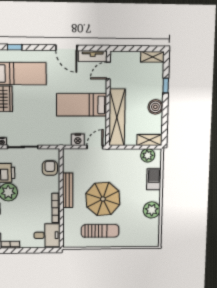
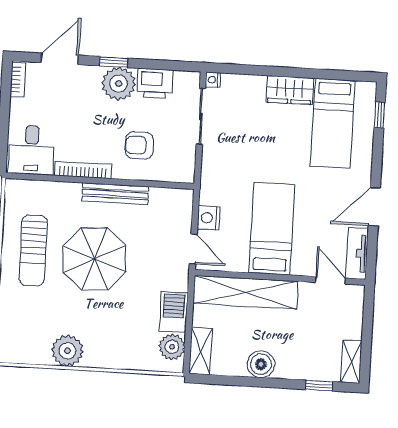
window: (166, 86) -> (319, 386), moved
armchair: (50, 168) -> (139, 145), moved, turned 180
barbecue: (154, 179) -> (174, 312), moved, turned -90

